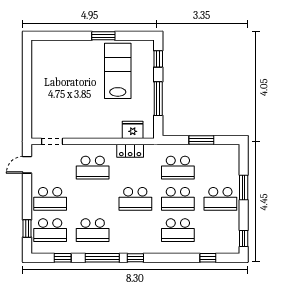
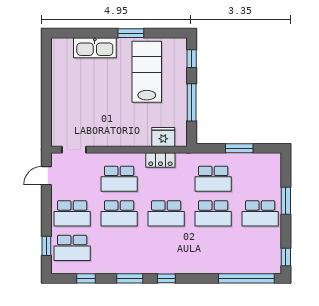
kitchen sink: (71, 49) -> (95, 48), added
school desk: (93, 230) -> (119, 213), moved
school desk: (178, 230) -> (213, 248), removed
window: (102, 258) -> (130, 278), width x0.69
window: (208, 258) -> (246, 278), width x3.17

